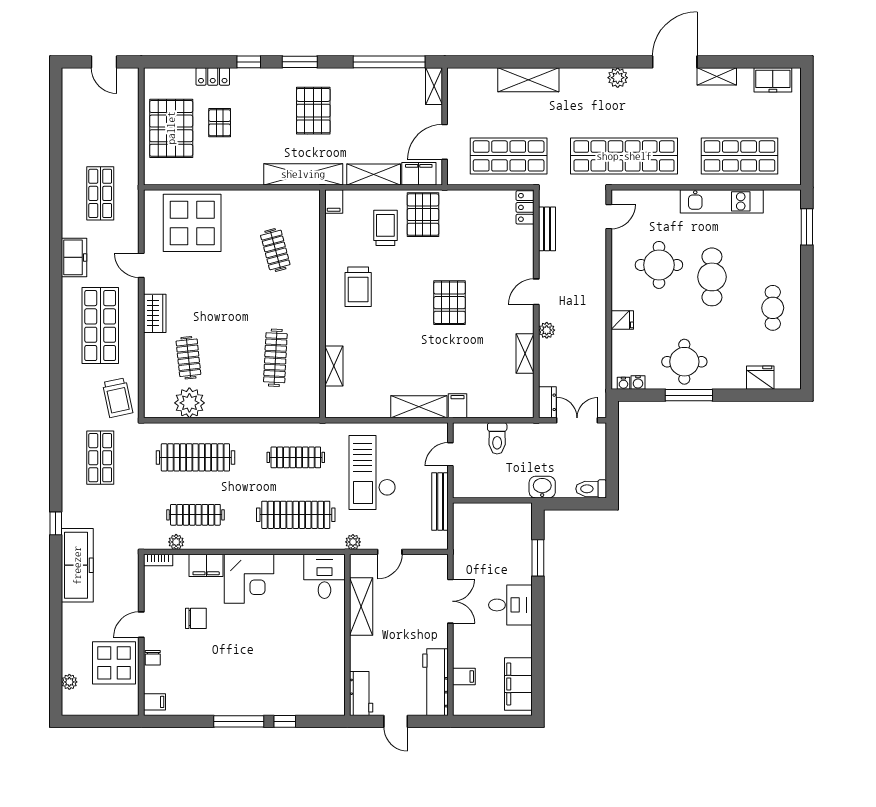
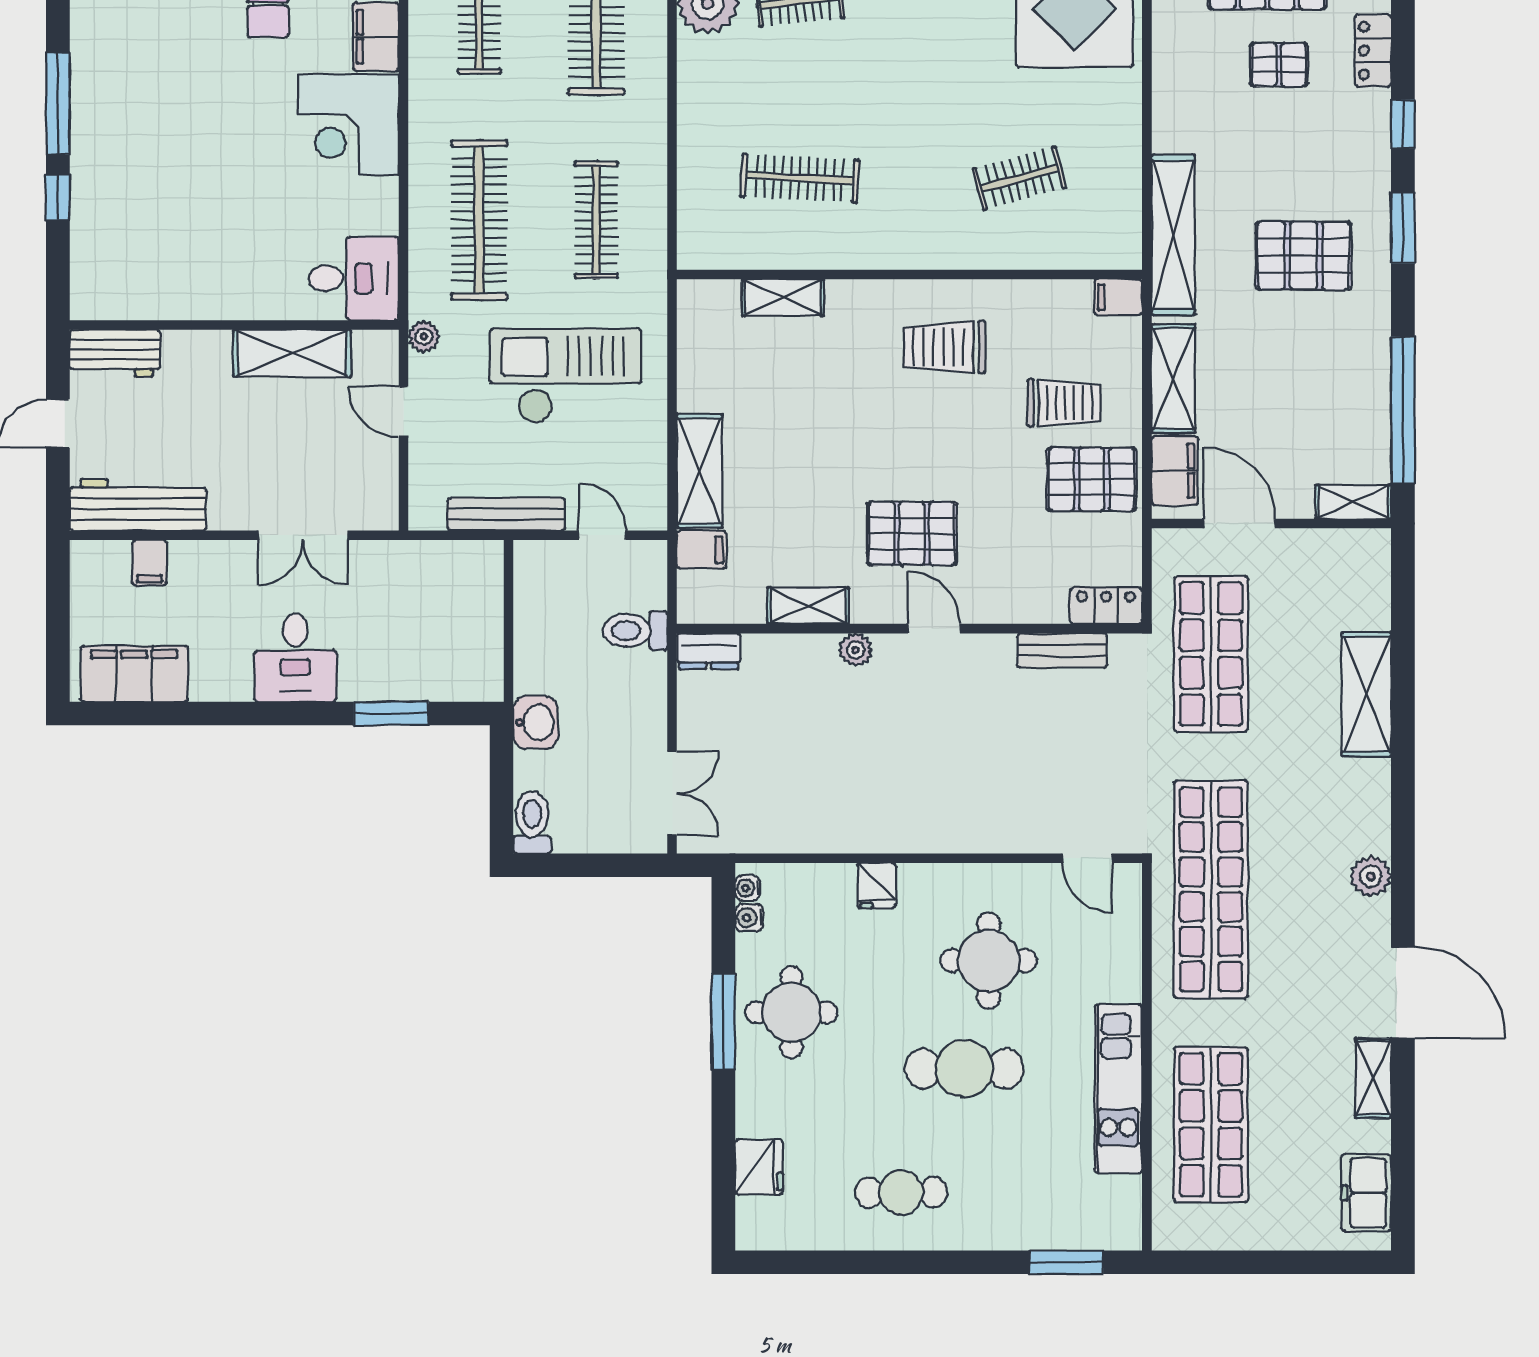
locker: (525, 207) -> (1106, 606), moved
bench: (547, 229) -> (1062, 650), moved
door: (536, 292) -> (934, 629), moved
wall: (536, 304) -> (909, 629), moved
plant: (547, 330) -> (856, 650), moved
shelving: (525, 353) -> (808, 606), moved
dresser: (547, 402) -> (709, 651), moved

